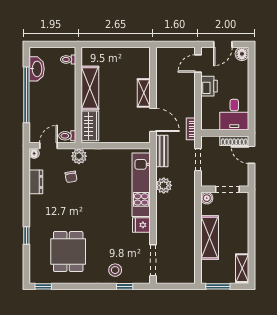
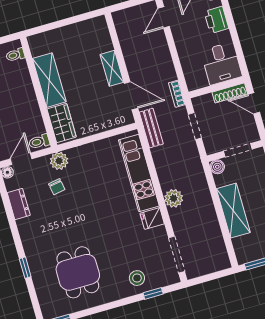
printer: (209, 86) -> (216, 20), moved, turned 180
plant: (164, 185) -> (174, 198), moved

